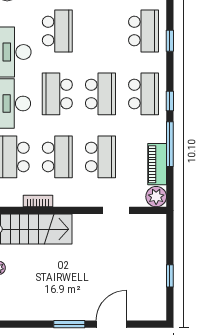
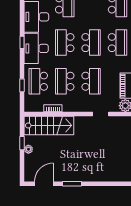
school desk: (57, 157) -> (65, 81), turned 180
door: (111, 324) -> (44, 184), moved

